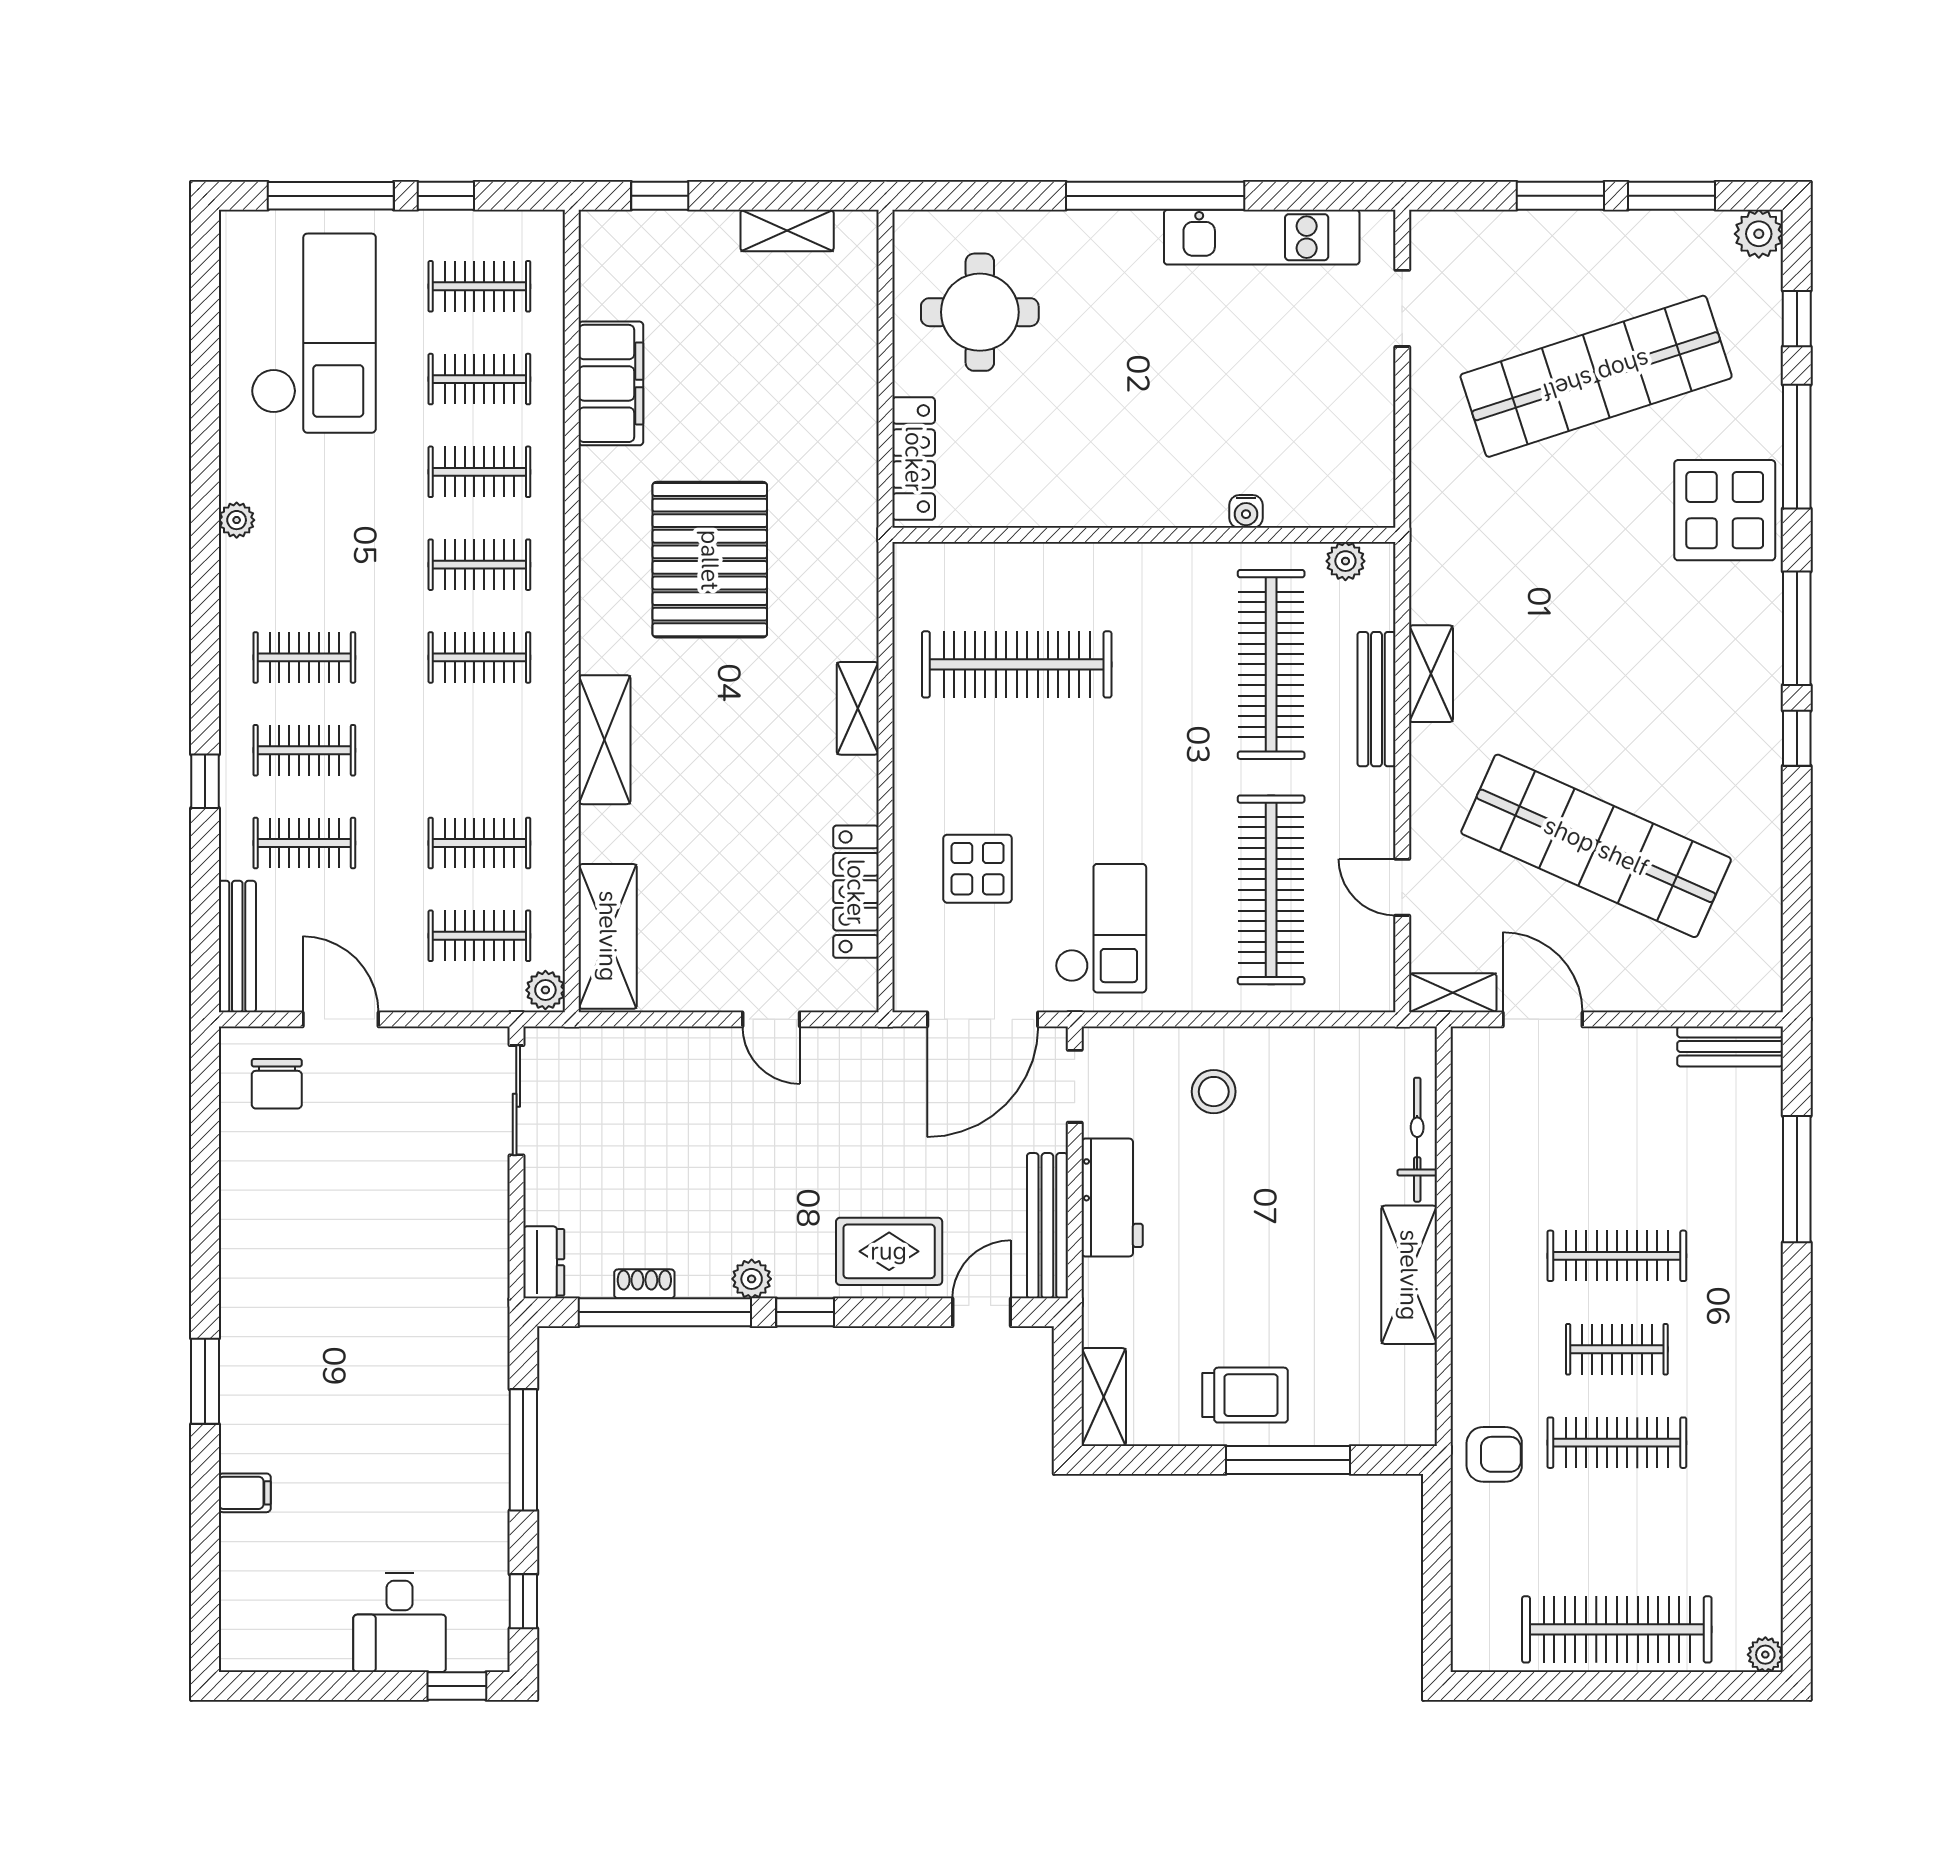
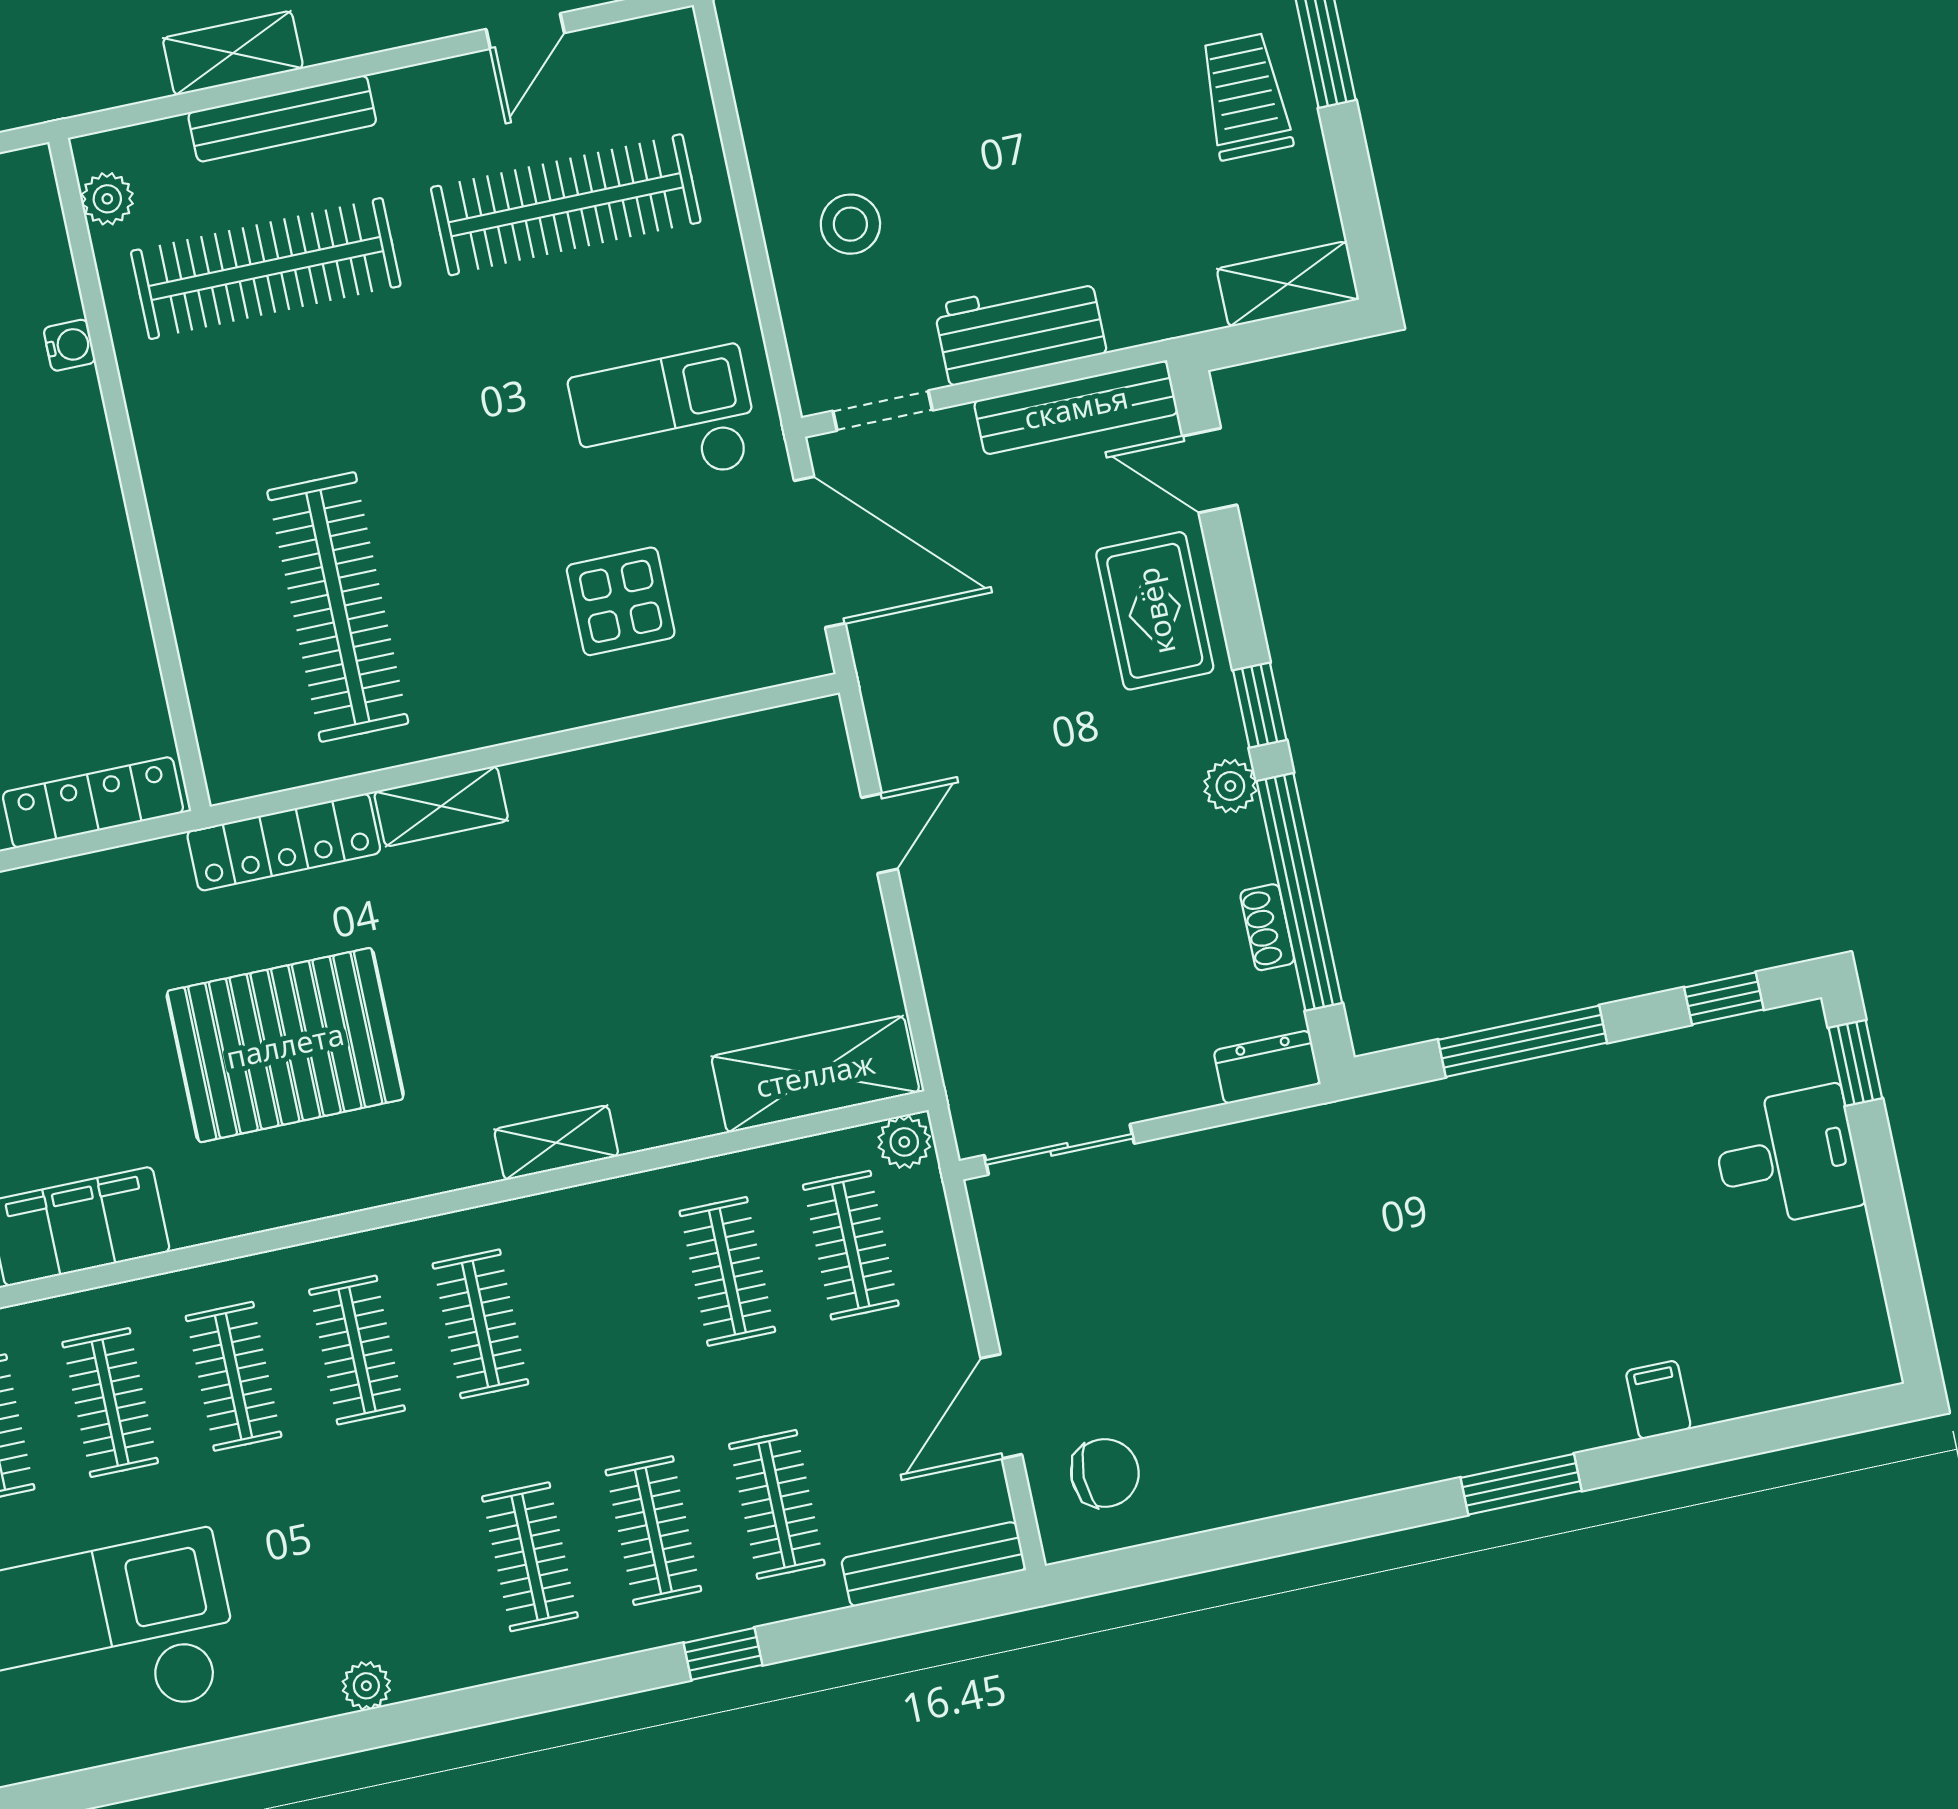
shelving: (605, 740) -> (556, 1143), width x0.67, depth x0.75
locker: (856, 892) -> (284, 842), moved

